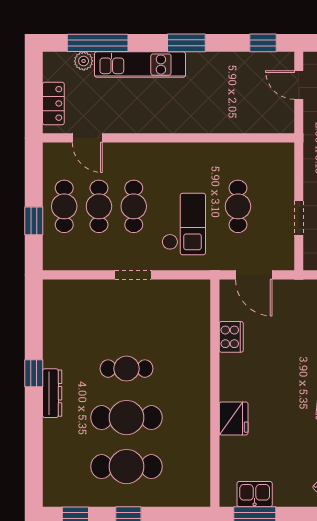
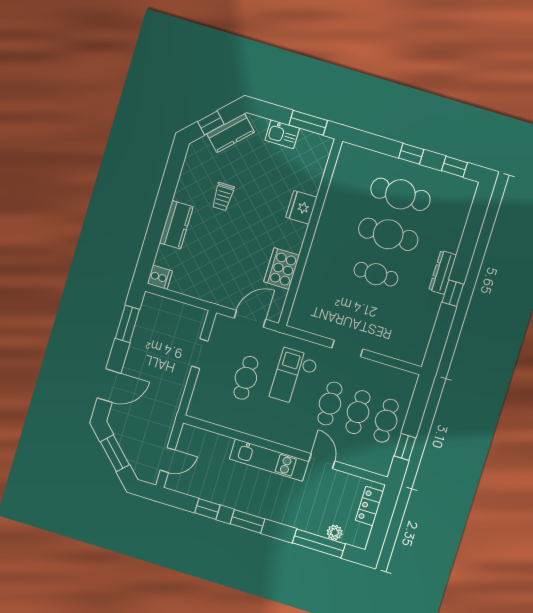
window: (263, 43) -> (207, 509), moved
kitchen unit: (140, 65) -> (269, 460), moved, turned 180
door: (299, 85) -> (168, 460), hinge flipped
door: (87, 138) -> (322, 461), moved
window: (34, 221) -> (405, 447), moved
door: (254, 275) -> (250, 319), hinge flipped
cooker: (231, 337) -> (282, 269), width x1.37, depth x1.31
kitchen sink: (255, 494) -> (282, 134), moved

